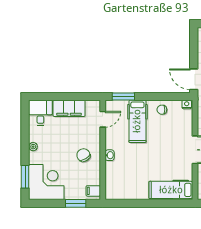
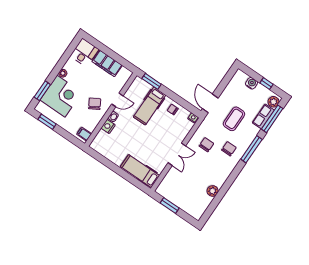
door: (103, 119) -> (117, 100), moved
nightstand: (111, 168) -> (108, 126), added
corner desk: (46, 182) -> (61, 96), moved
window: (76, 203) -> (47, 122), moved

